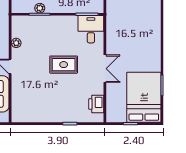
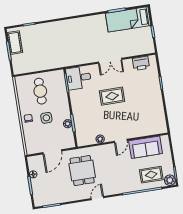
rug: (64, 65) -> (112, 96), turned 90
double door: (105, 69) -> (110, 61), swing flipped
bed: (144, 97) -> (128, 19), width x0.67

